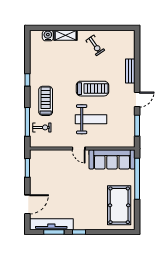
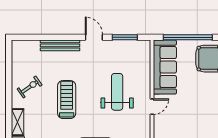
bench: (130, 71) -> (60, 45), width x1.36
treadmill: (92, 89) -> (67, 100), moved

